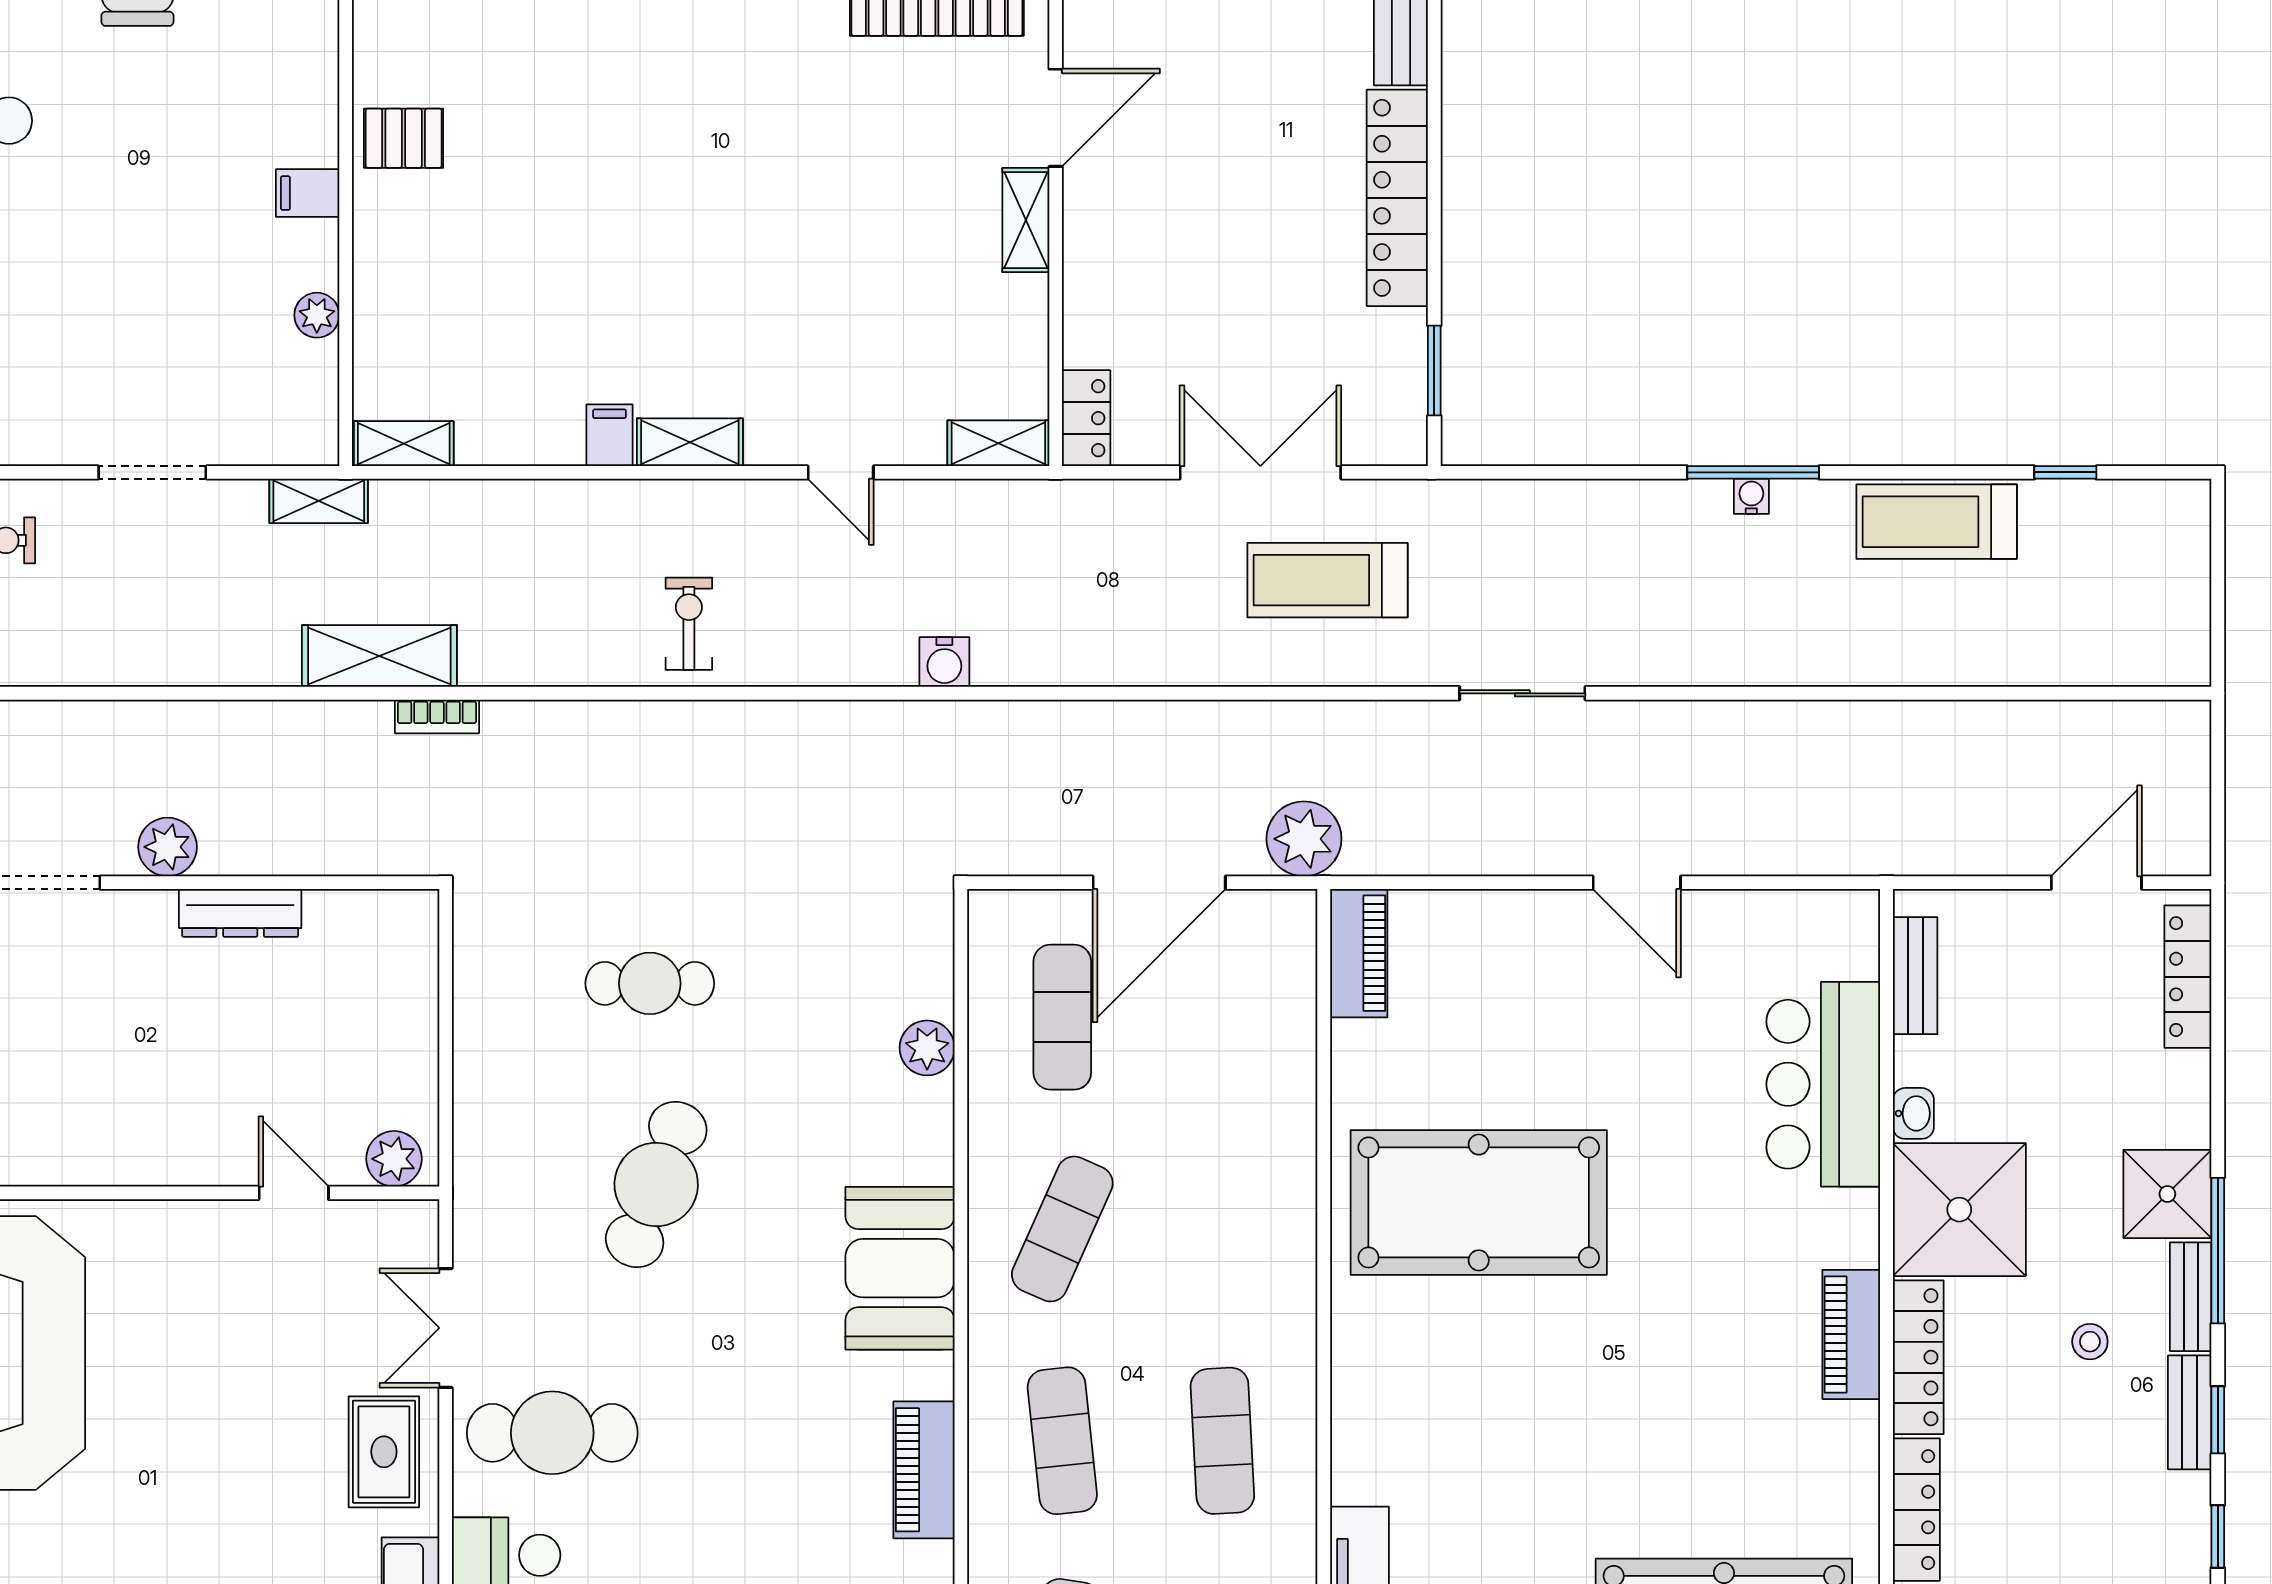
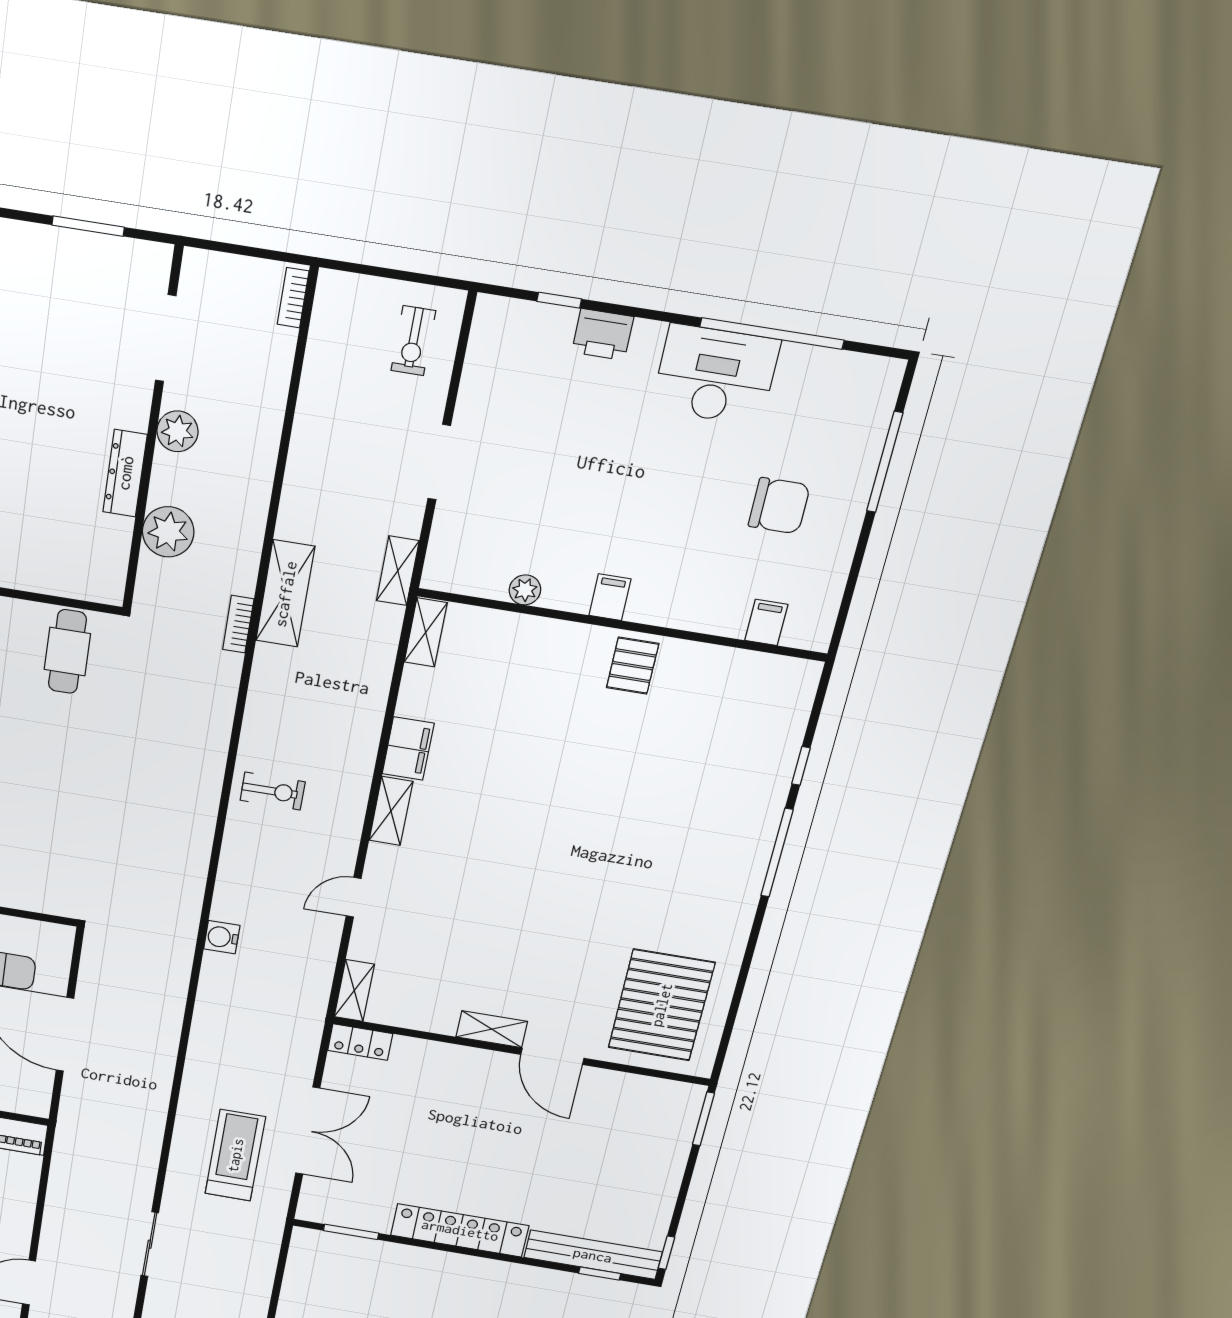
filing cabinet: (609, 435) -> (408, 749), width x2.00
plant: (1304, 839) -> (168, 532), moved
cafe table: (650, 983) -> (67, 652), moved

